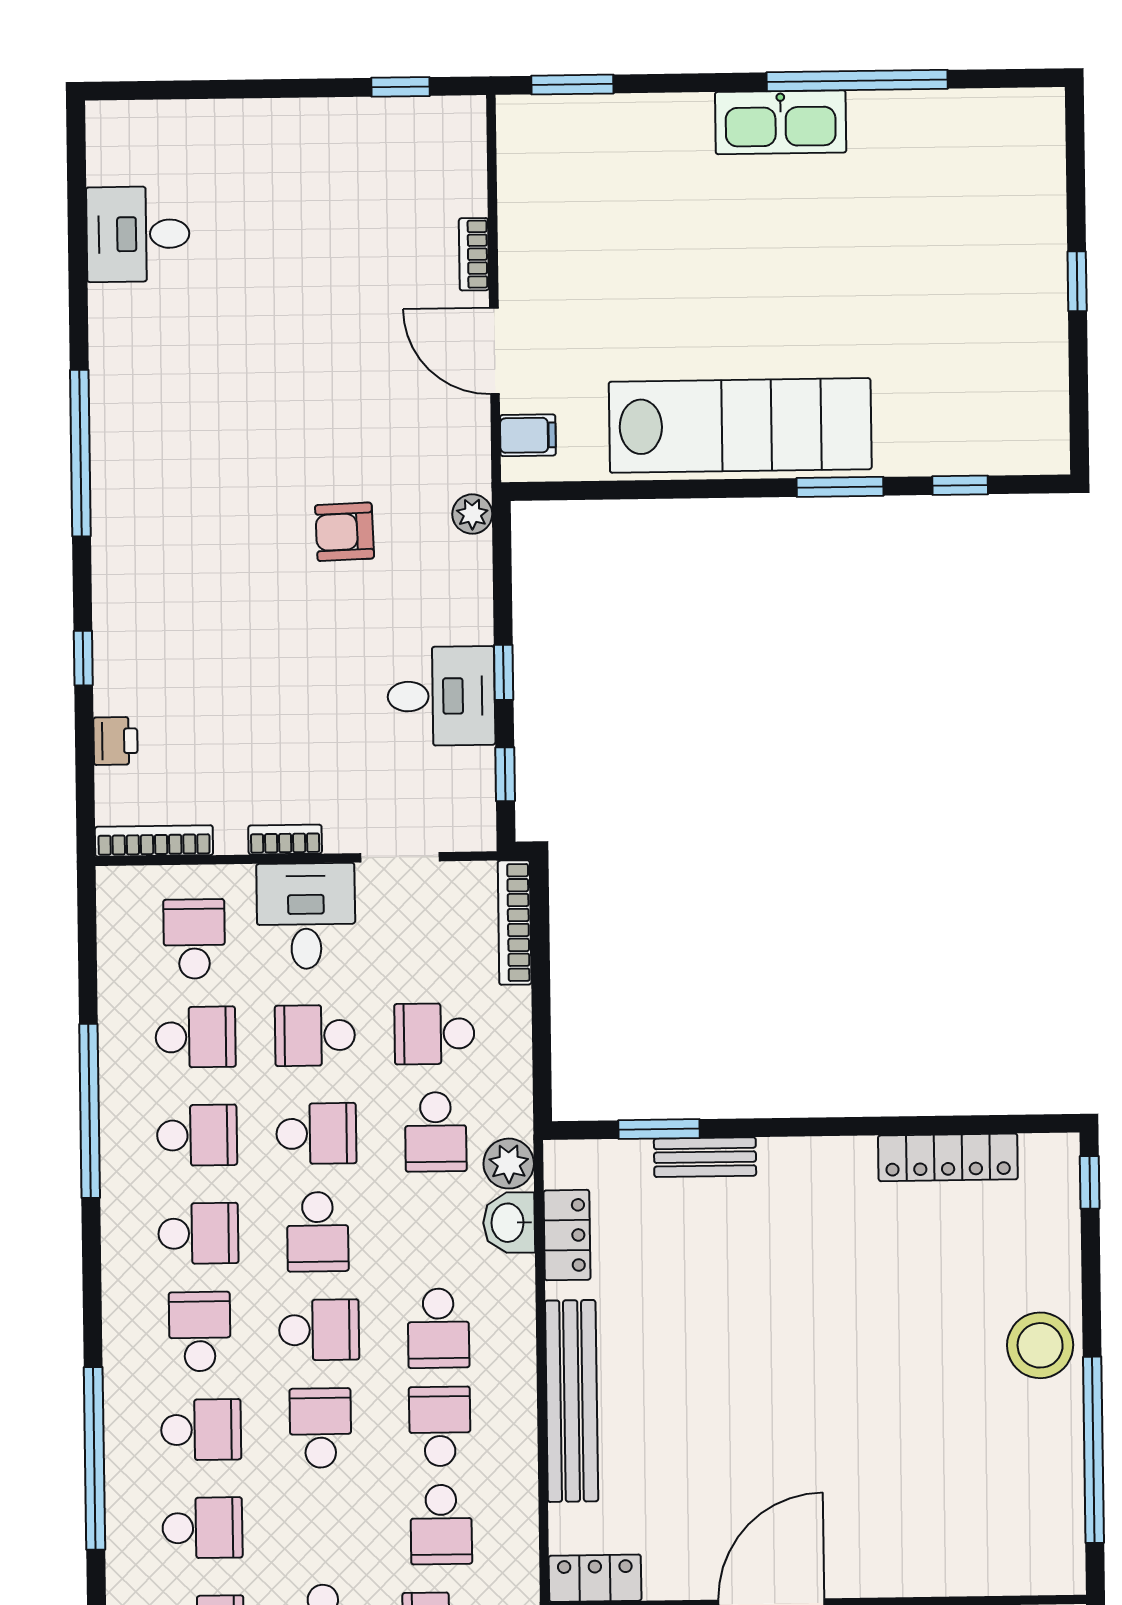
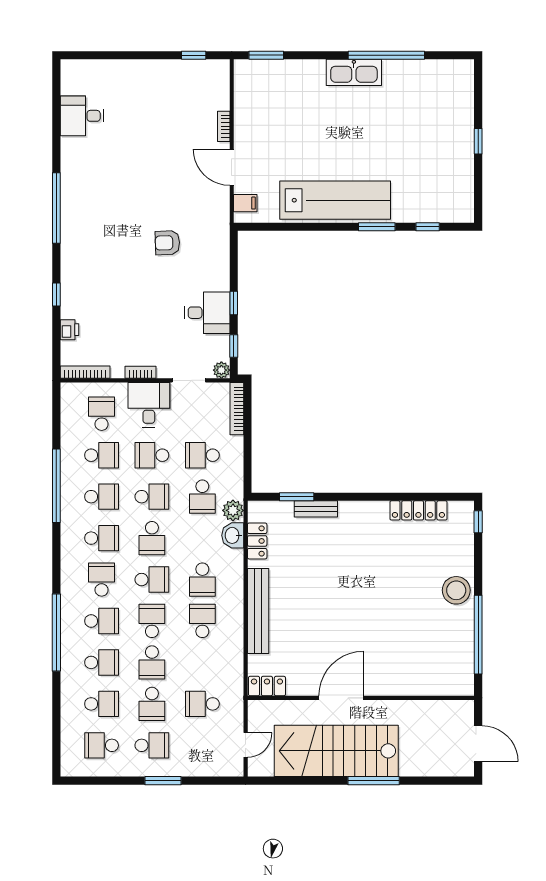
plant: (472, 514) -> (221, 370), moved
school desk: (441, 1525) -> (152, 662), moved

